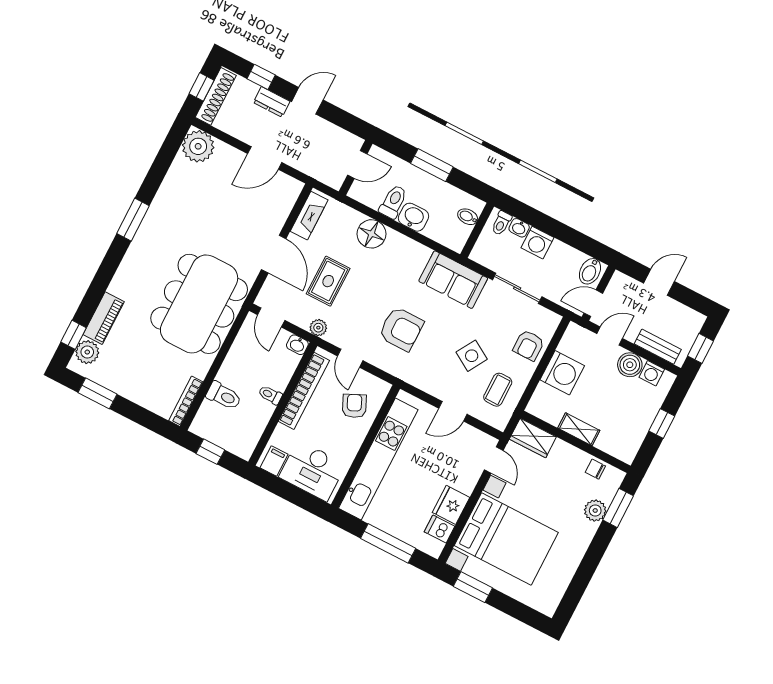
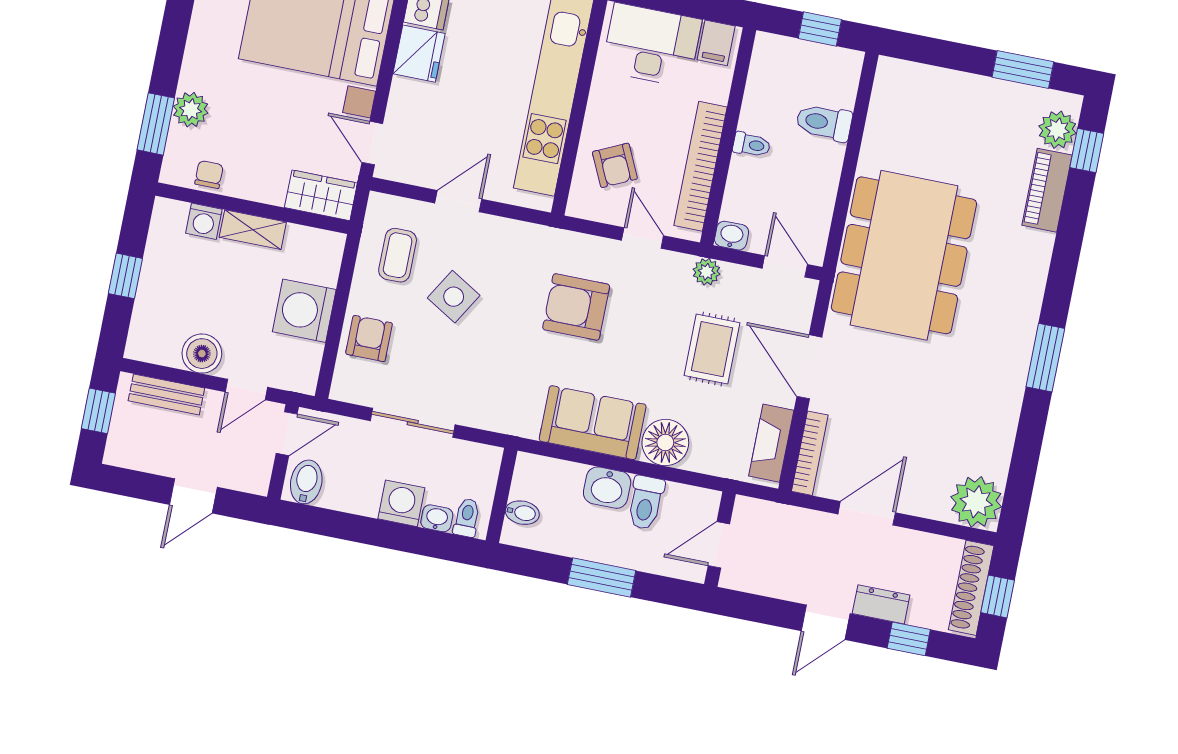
sofa: (453, 280) -> (593, 423), moved
washing machine: (652, 373) -> (204, 221), moved, turned 180
bookcase: (186, 401) -> (810, 453), moved
chair: (595, 469) -> (209, 174), turned -90

